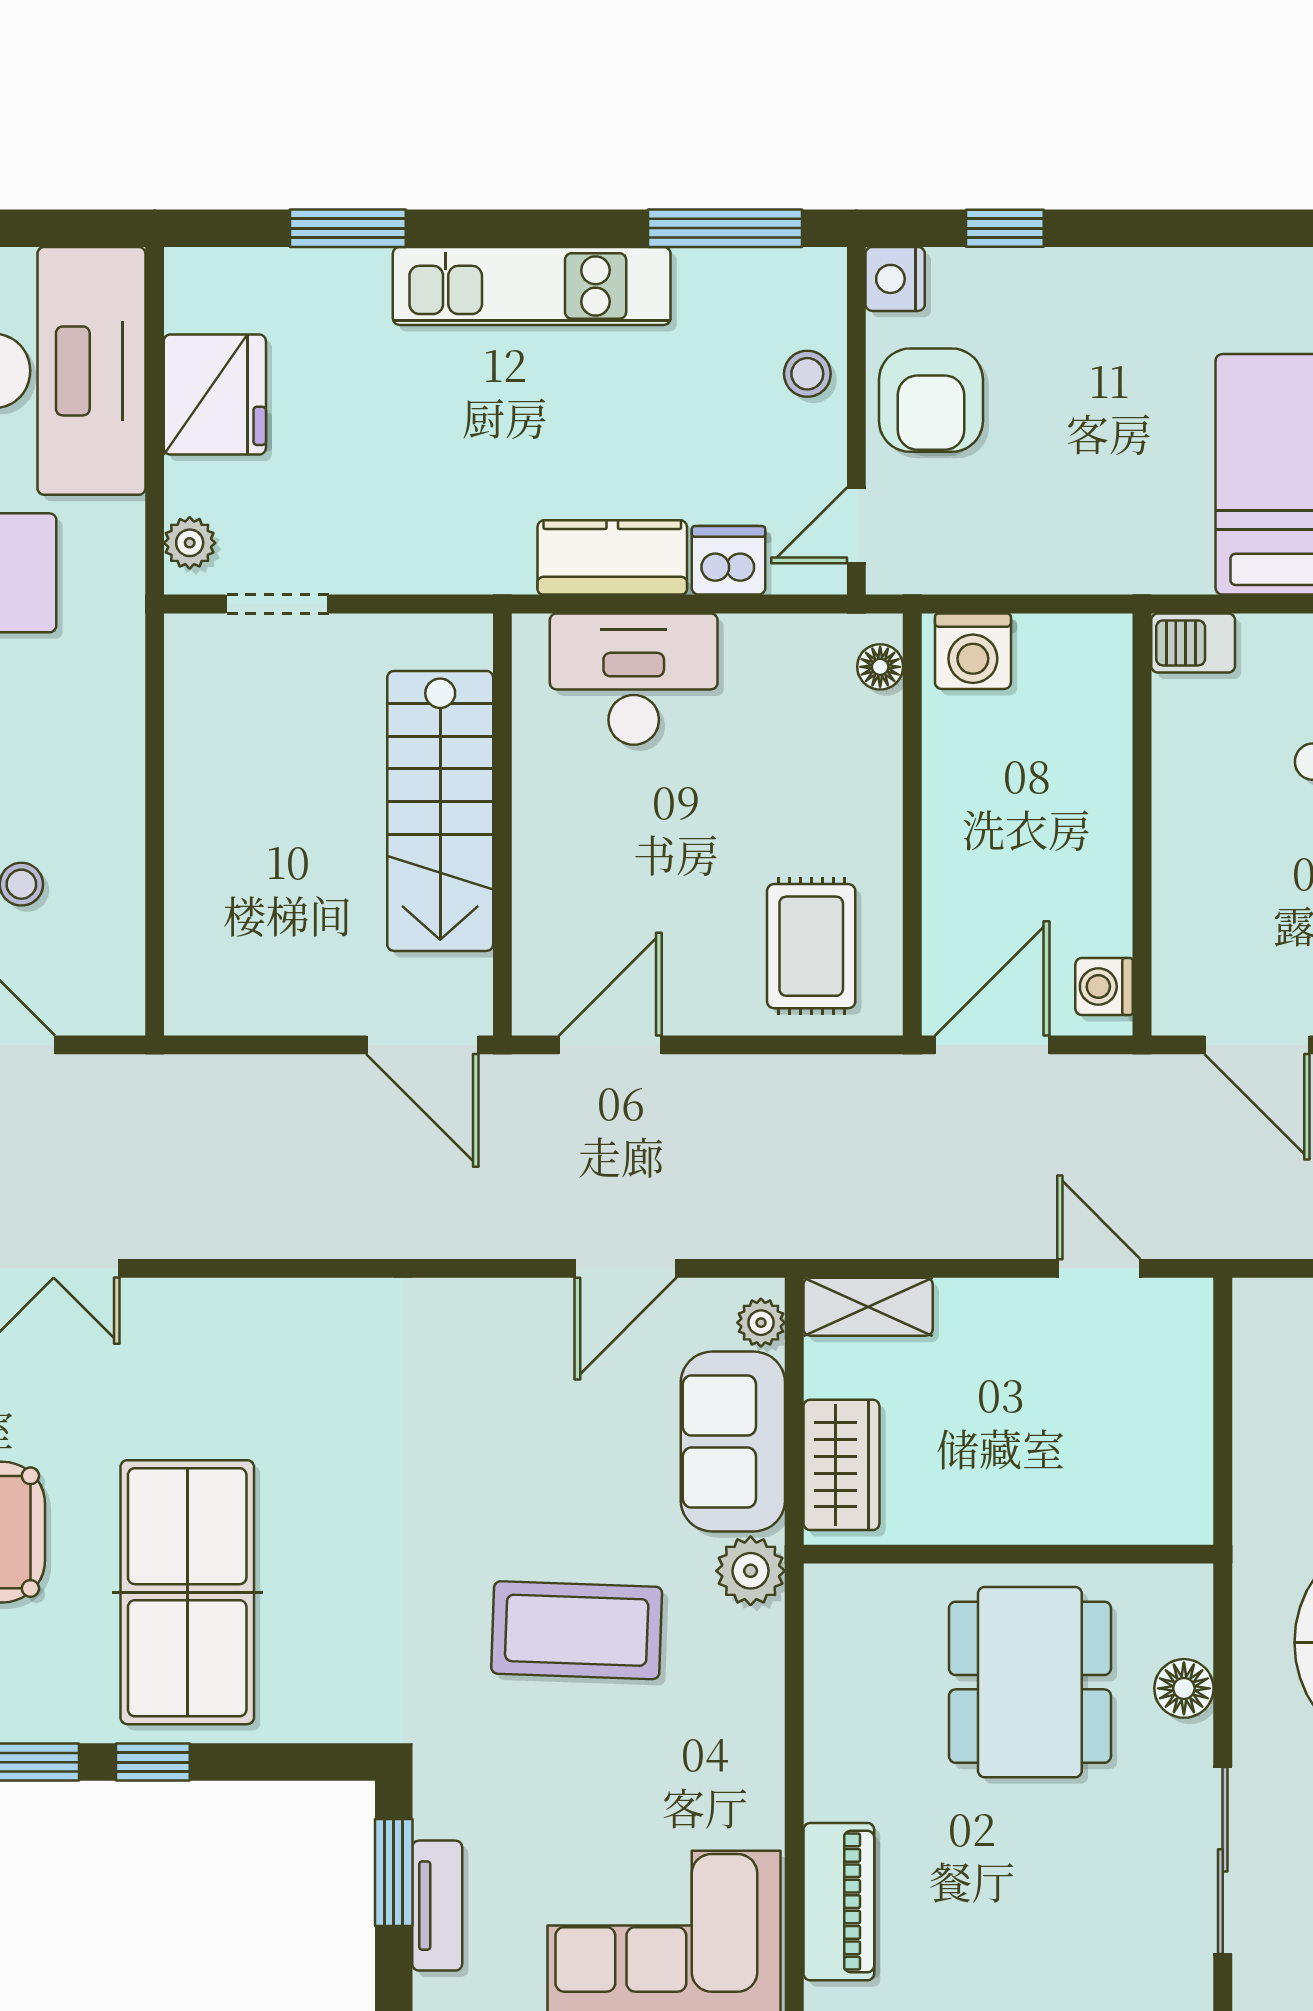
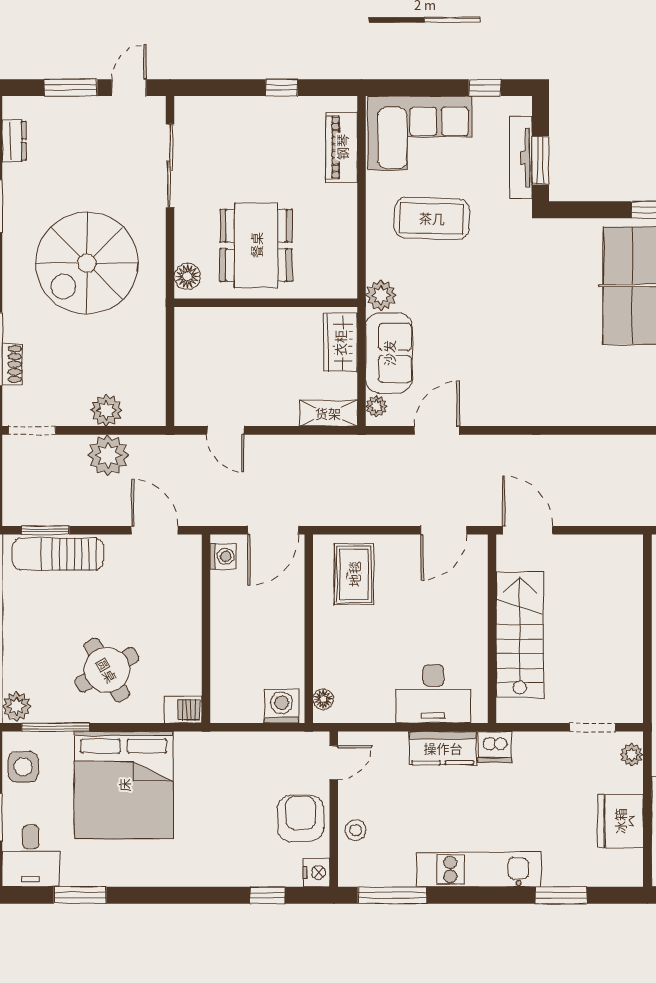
dishwasher: (728, 560) -> (495, 747), moved
coffee table: (577, 1630) -> (432, 218), moved
floor lamp: (1184, 1688) -> (187, 276), moved
tv unit: (437, 1906) -> (521, 158), width x1.41

